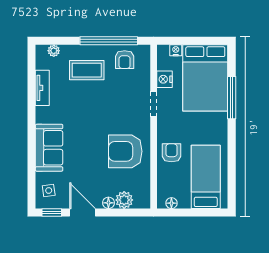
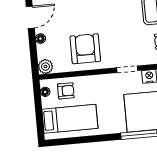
armchair: (171, 153) -> (66, 91), moved
plant: (124, 200) -> (45, 67), moved

